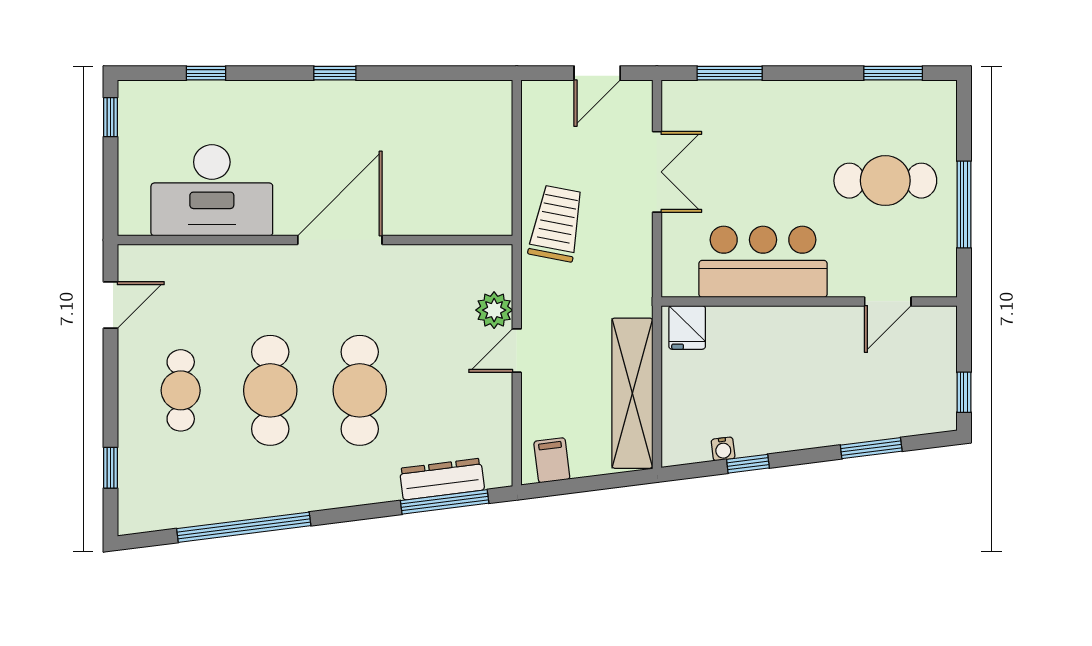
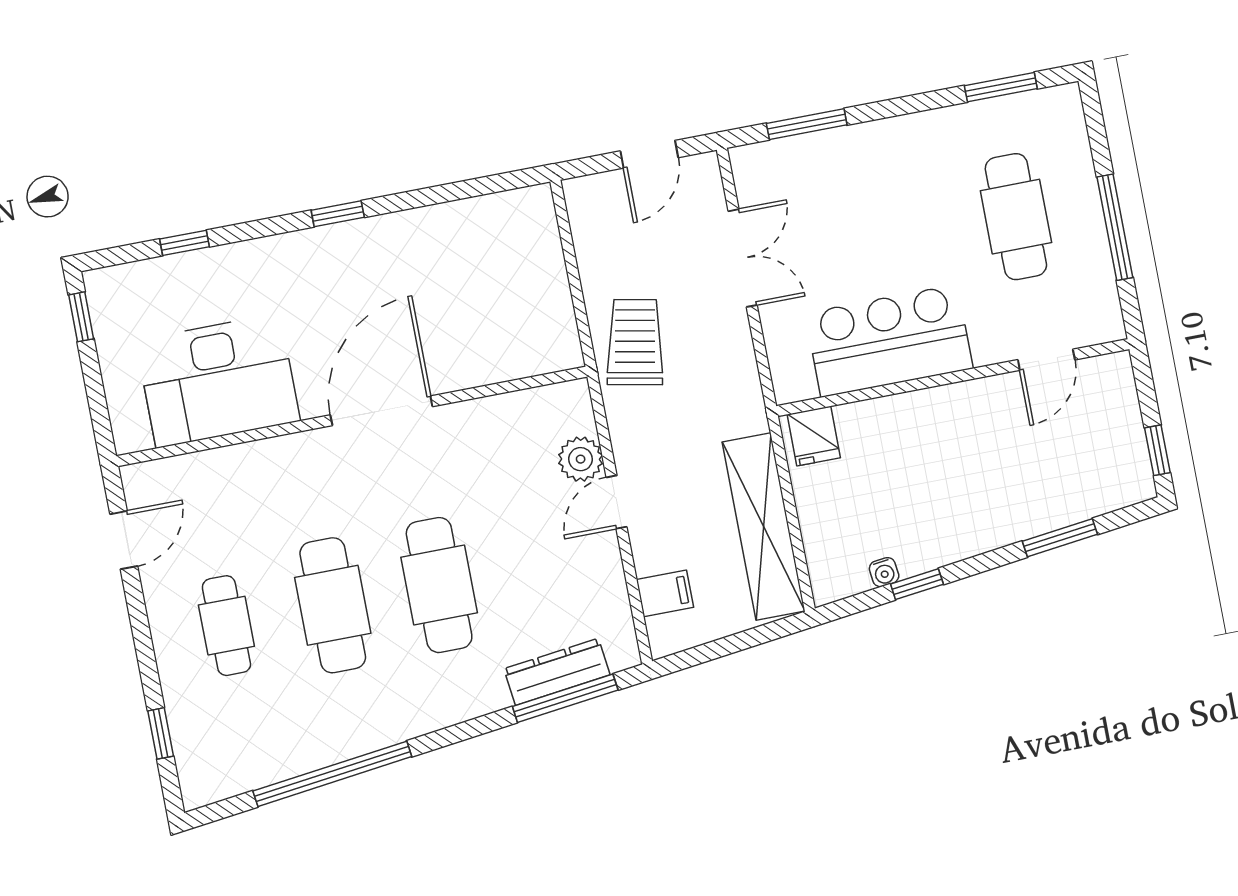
cafe table: (885, 181) -> (1016, 217), turned 90
filing cabinet: (552, 460) -> (665, 593), moved, turned 97

